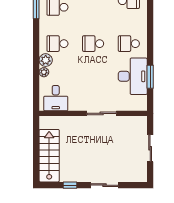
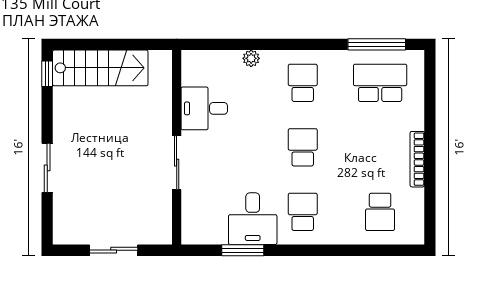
plant: (46, 60) -> (273, 62), removed
desk: (133, 76) -> (253, 219), width x0.73
desk: (56, 98) -> (204, 108), moved
window: (70, 185) -> (47, 74), moved

